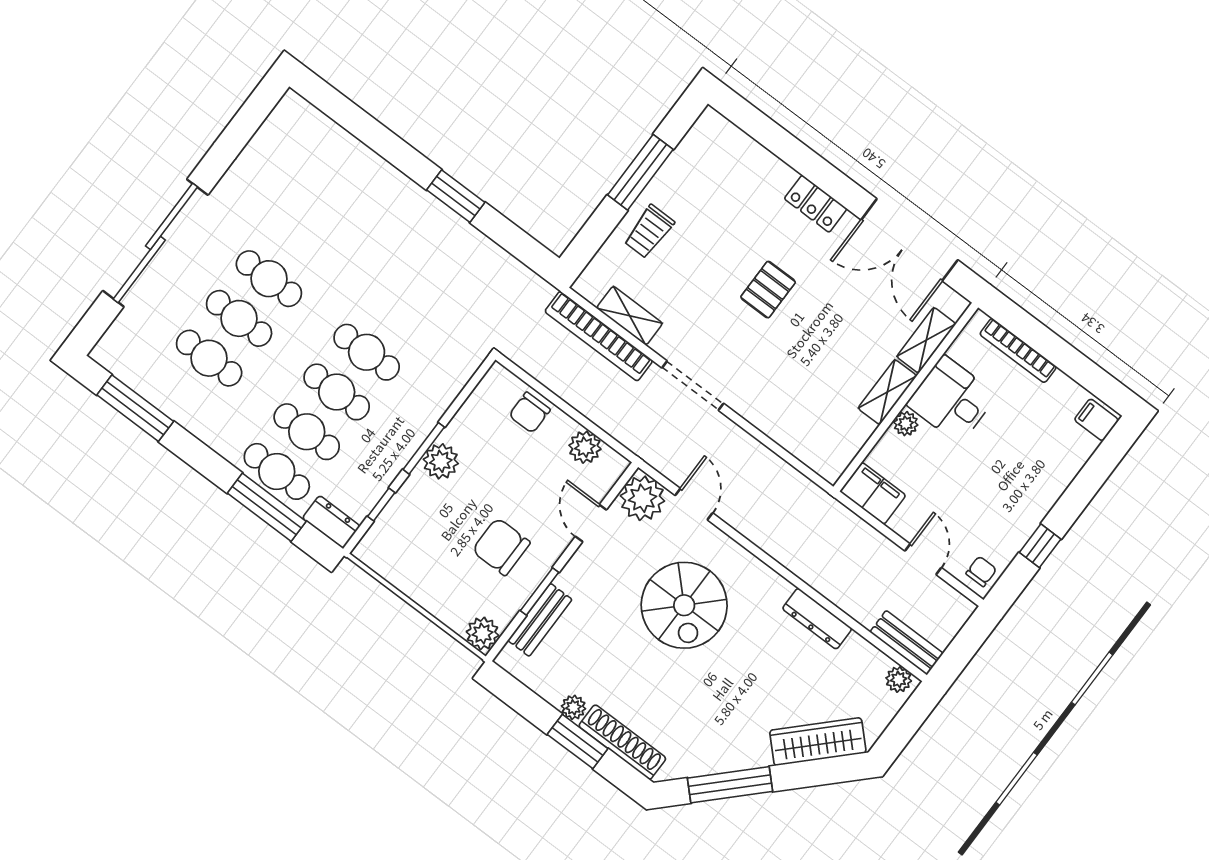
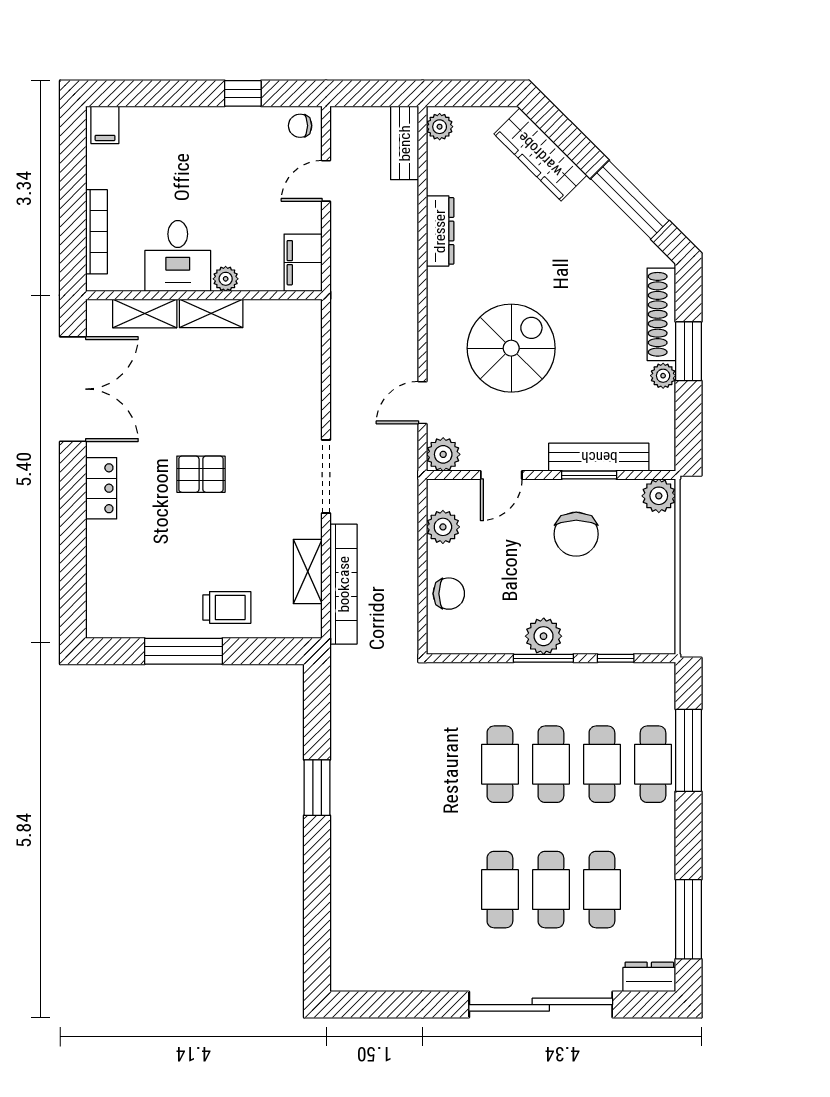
plant: (642, 498) -> (443, 454), width x0.73, depth x0.73
dresser: (331, 522) -> (649, 977), moved, turned 90
bench: (540, 620) -> (599, 457), width x1.36

